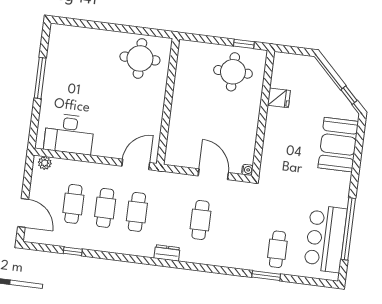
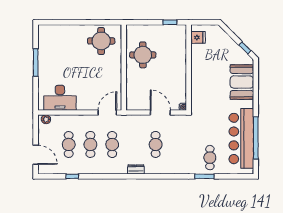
round table: (233, 72) -> (143, 55), moved
fridge: (279, 98) -> (198, 37), moved
bar counter: (326, 239) -> (241, 138), width x1.36

